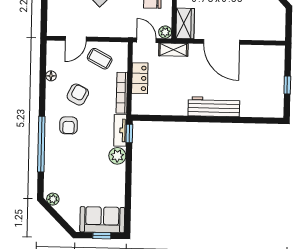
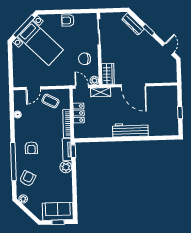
armchair: (78, 95) -> (28, 179), moved

